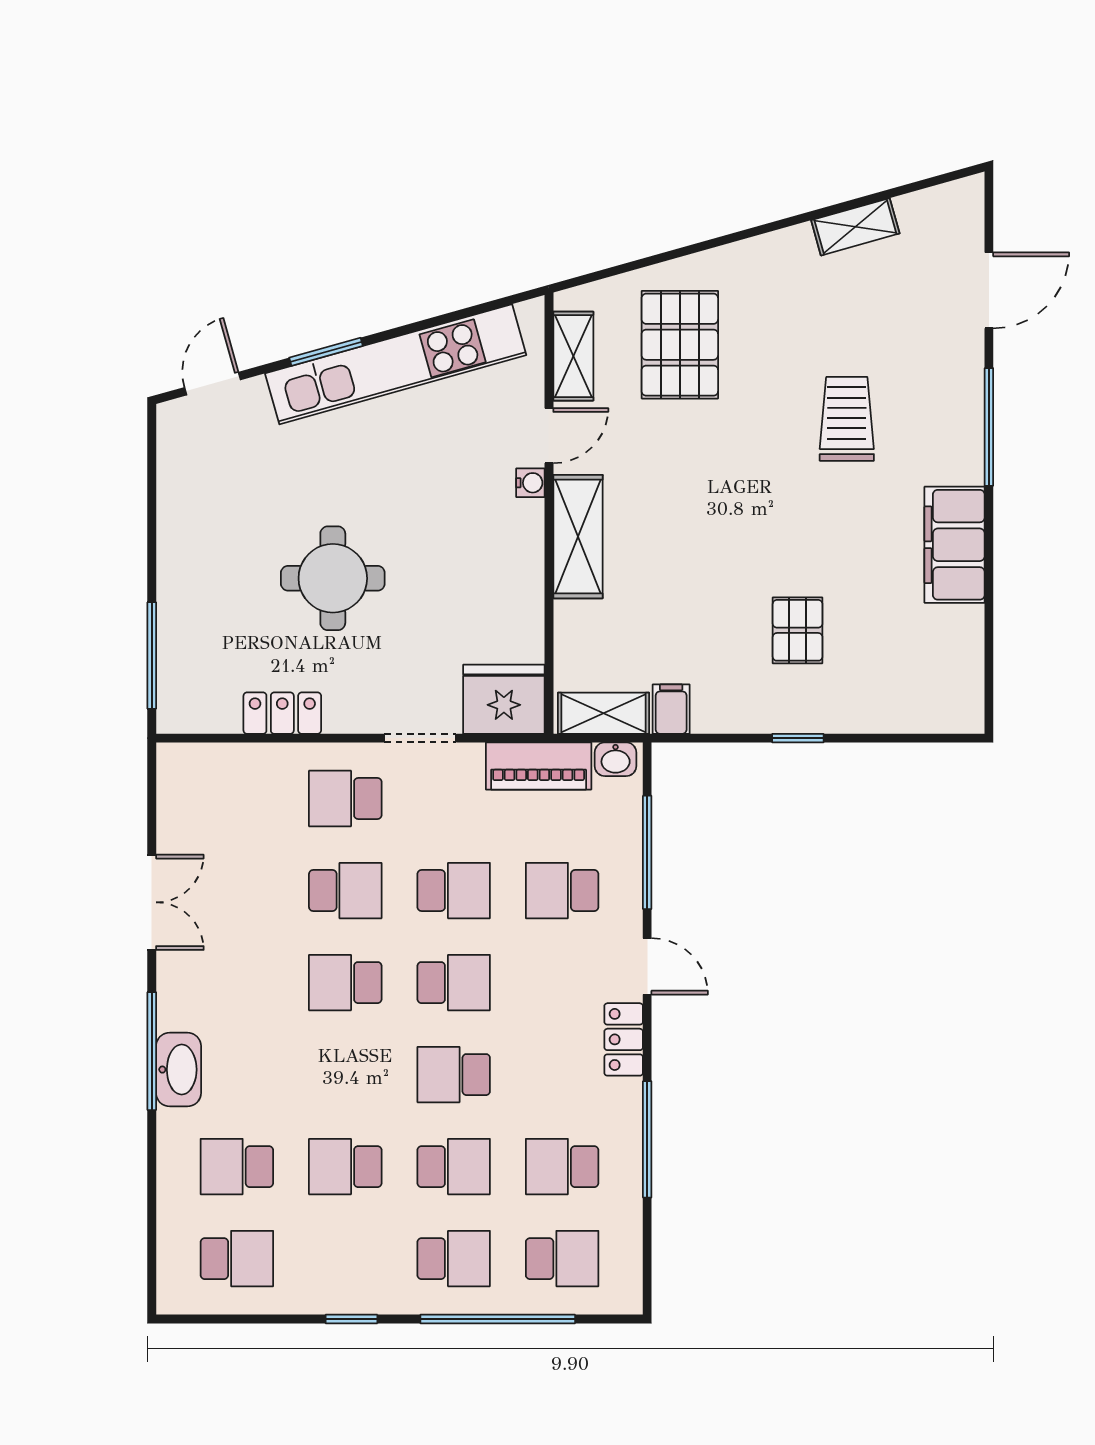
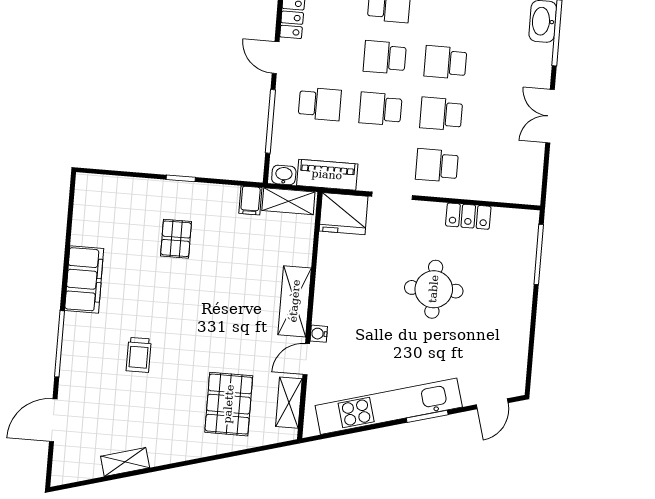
trolley: (847, 419) -> (139, 355), width x0.73, depth x0.72
school desk: (345, 798) -> (437, 165), turned 180
school desk: (345, 983) -> (445, 62), turned 180

